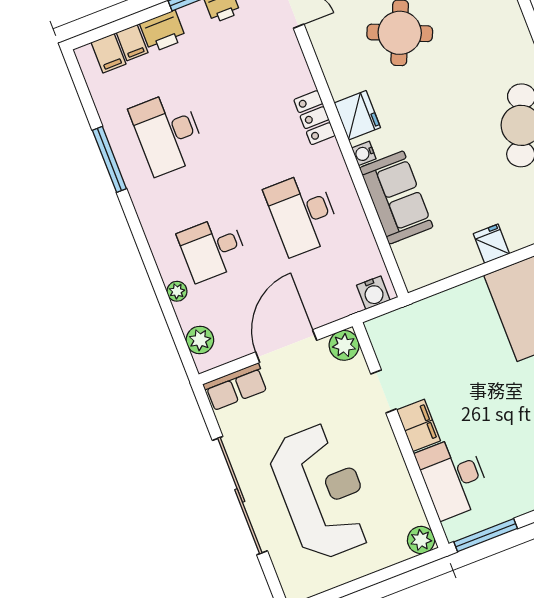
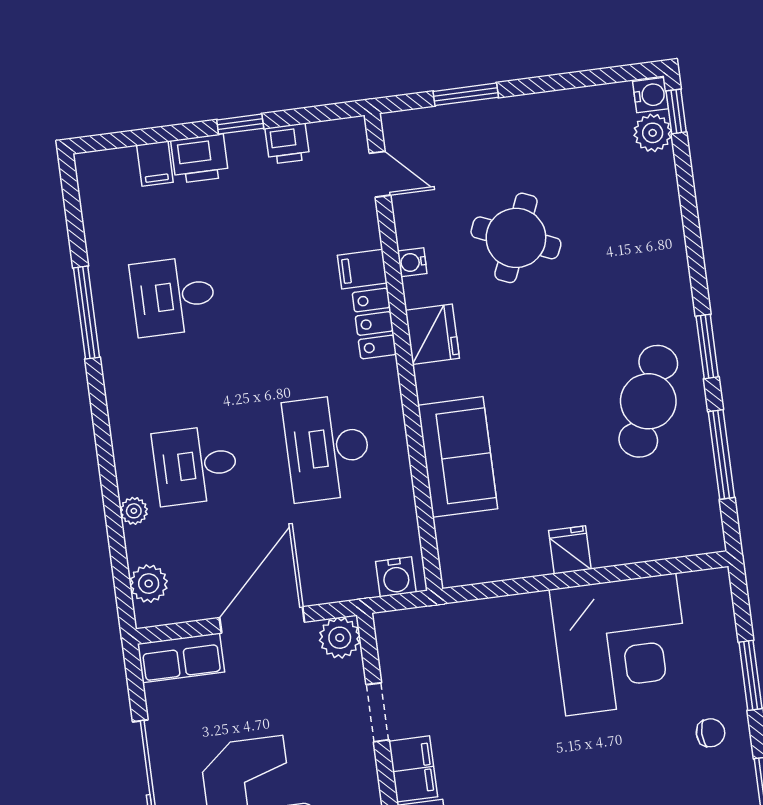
filing cabinet: (108, 53) -> (362, 269), moved, turned 90
desk: (168, 133) -> (173, 296), width x0.73
water cooler: (364, 153) -> (412, 262), moved

